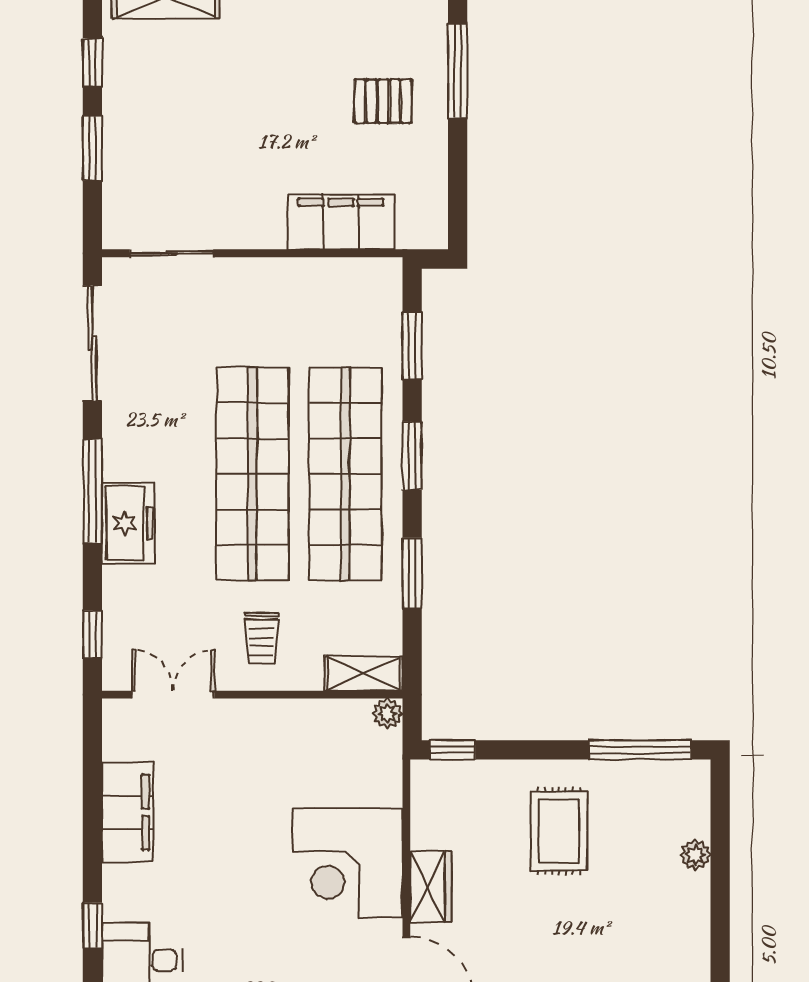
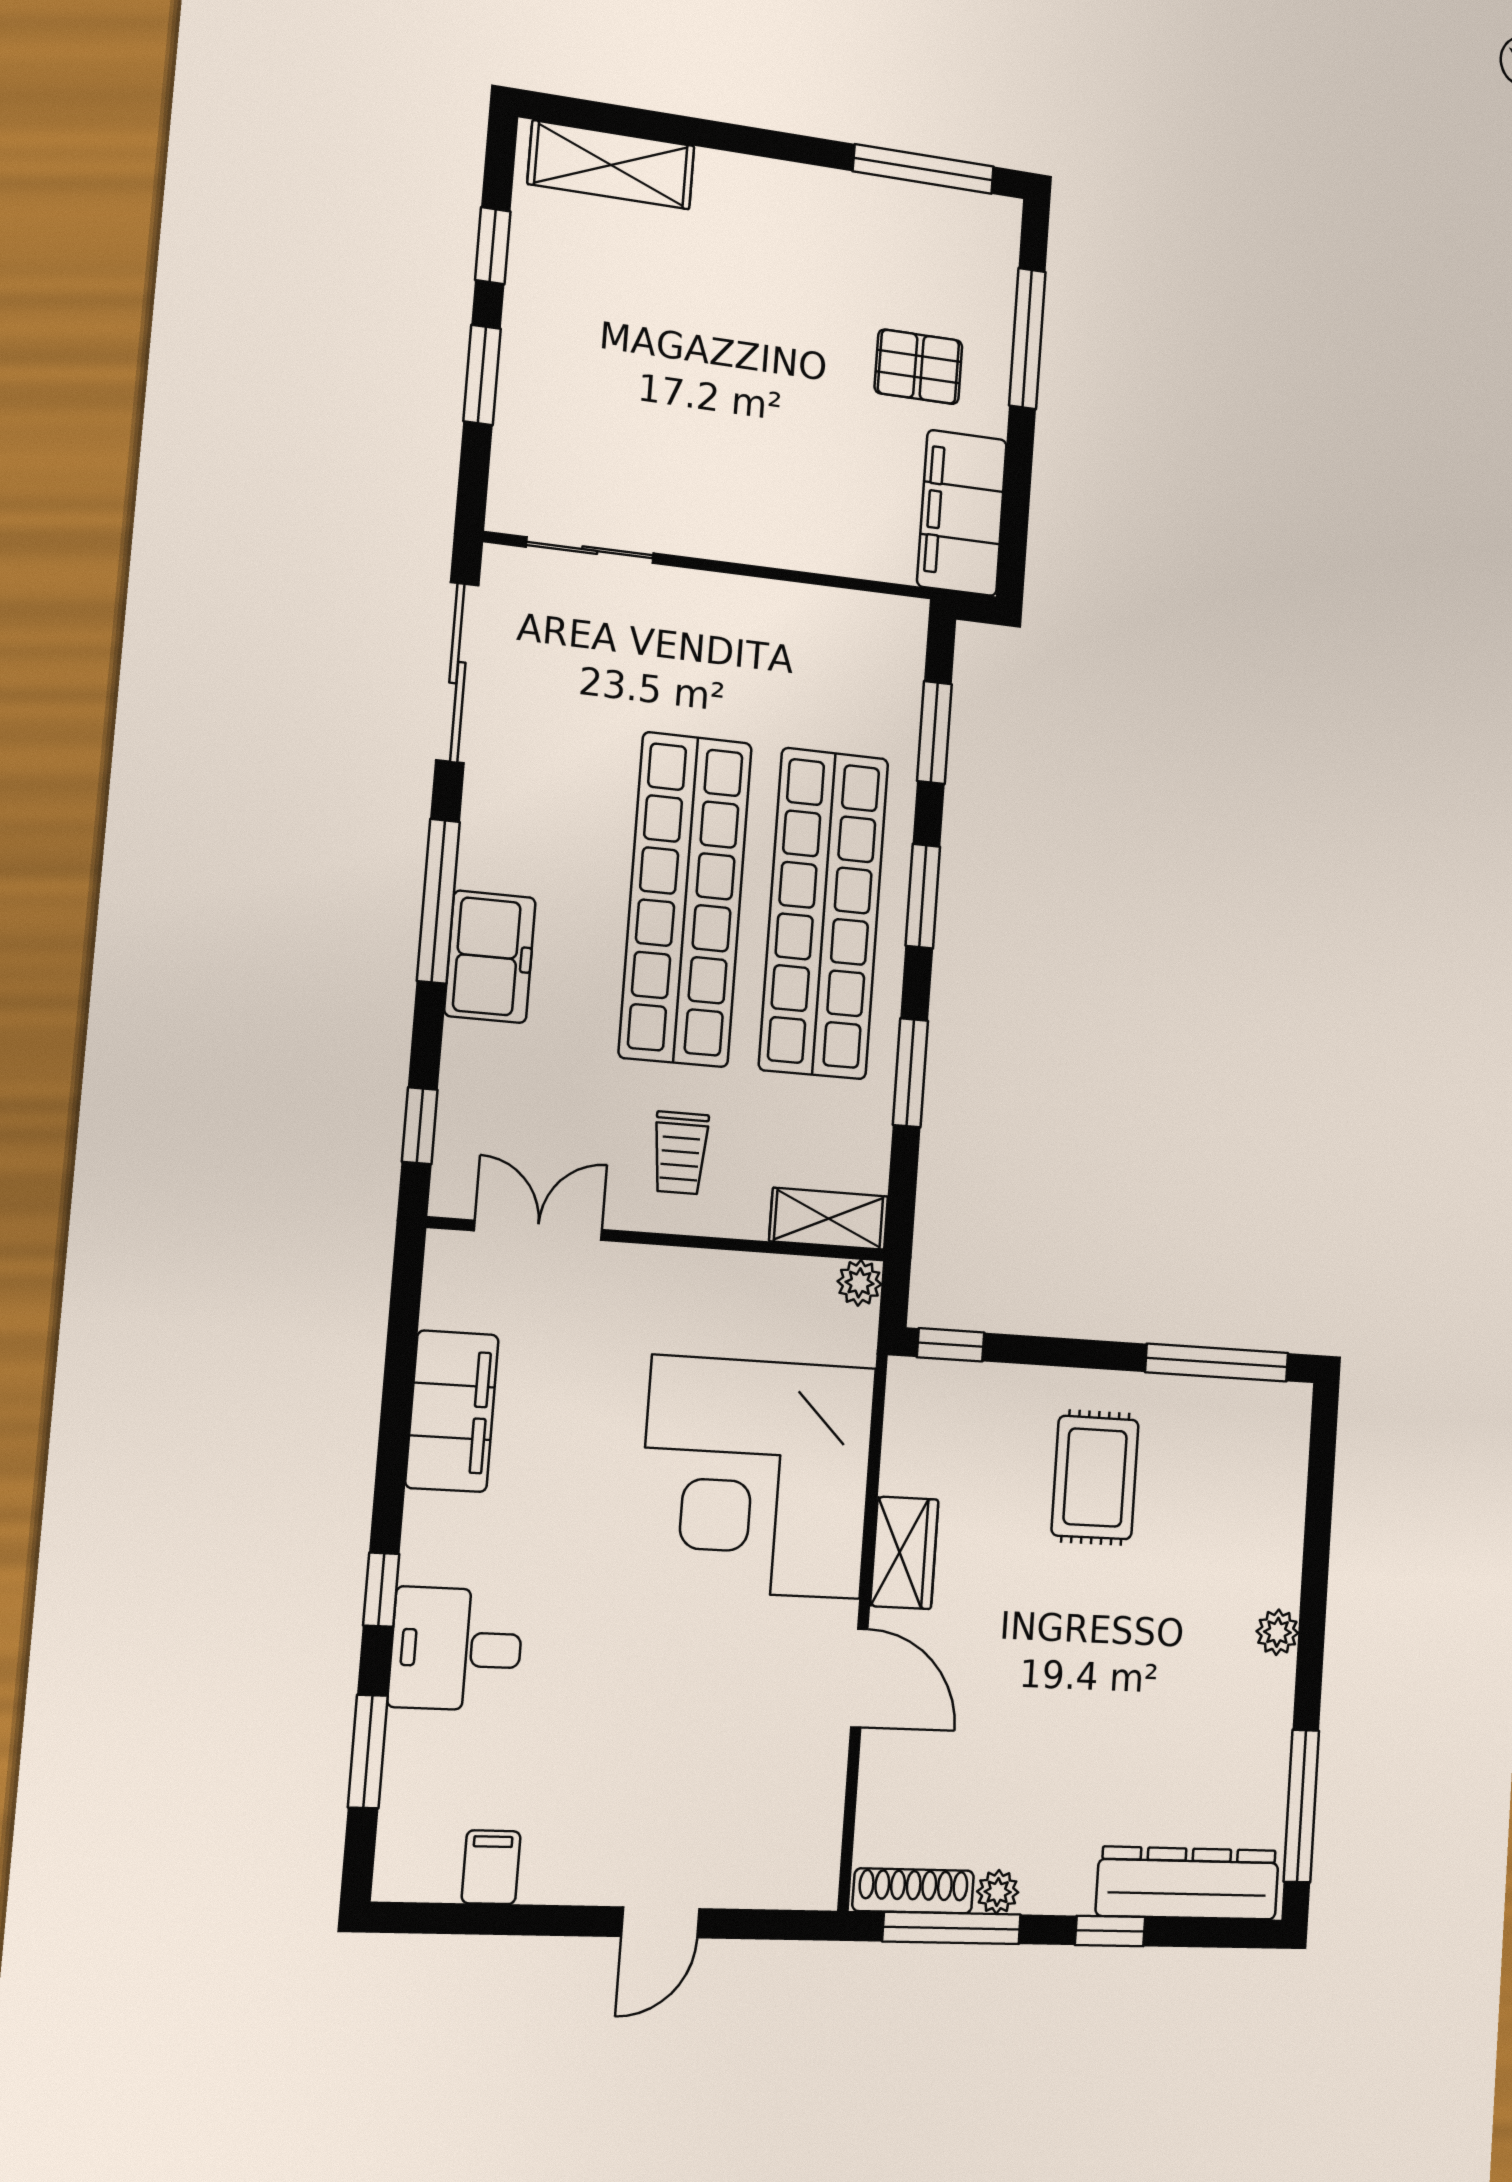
filing cabinet: (341, 222) -> (962, 513), moved, turned -90
plant: (695, 855) -> (1277, 1632), moved
corner desk: (348, 863) -> (756, 1477), width x1.36, depth x1.36

